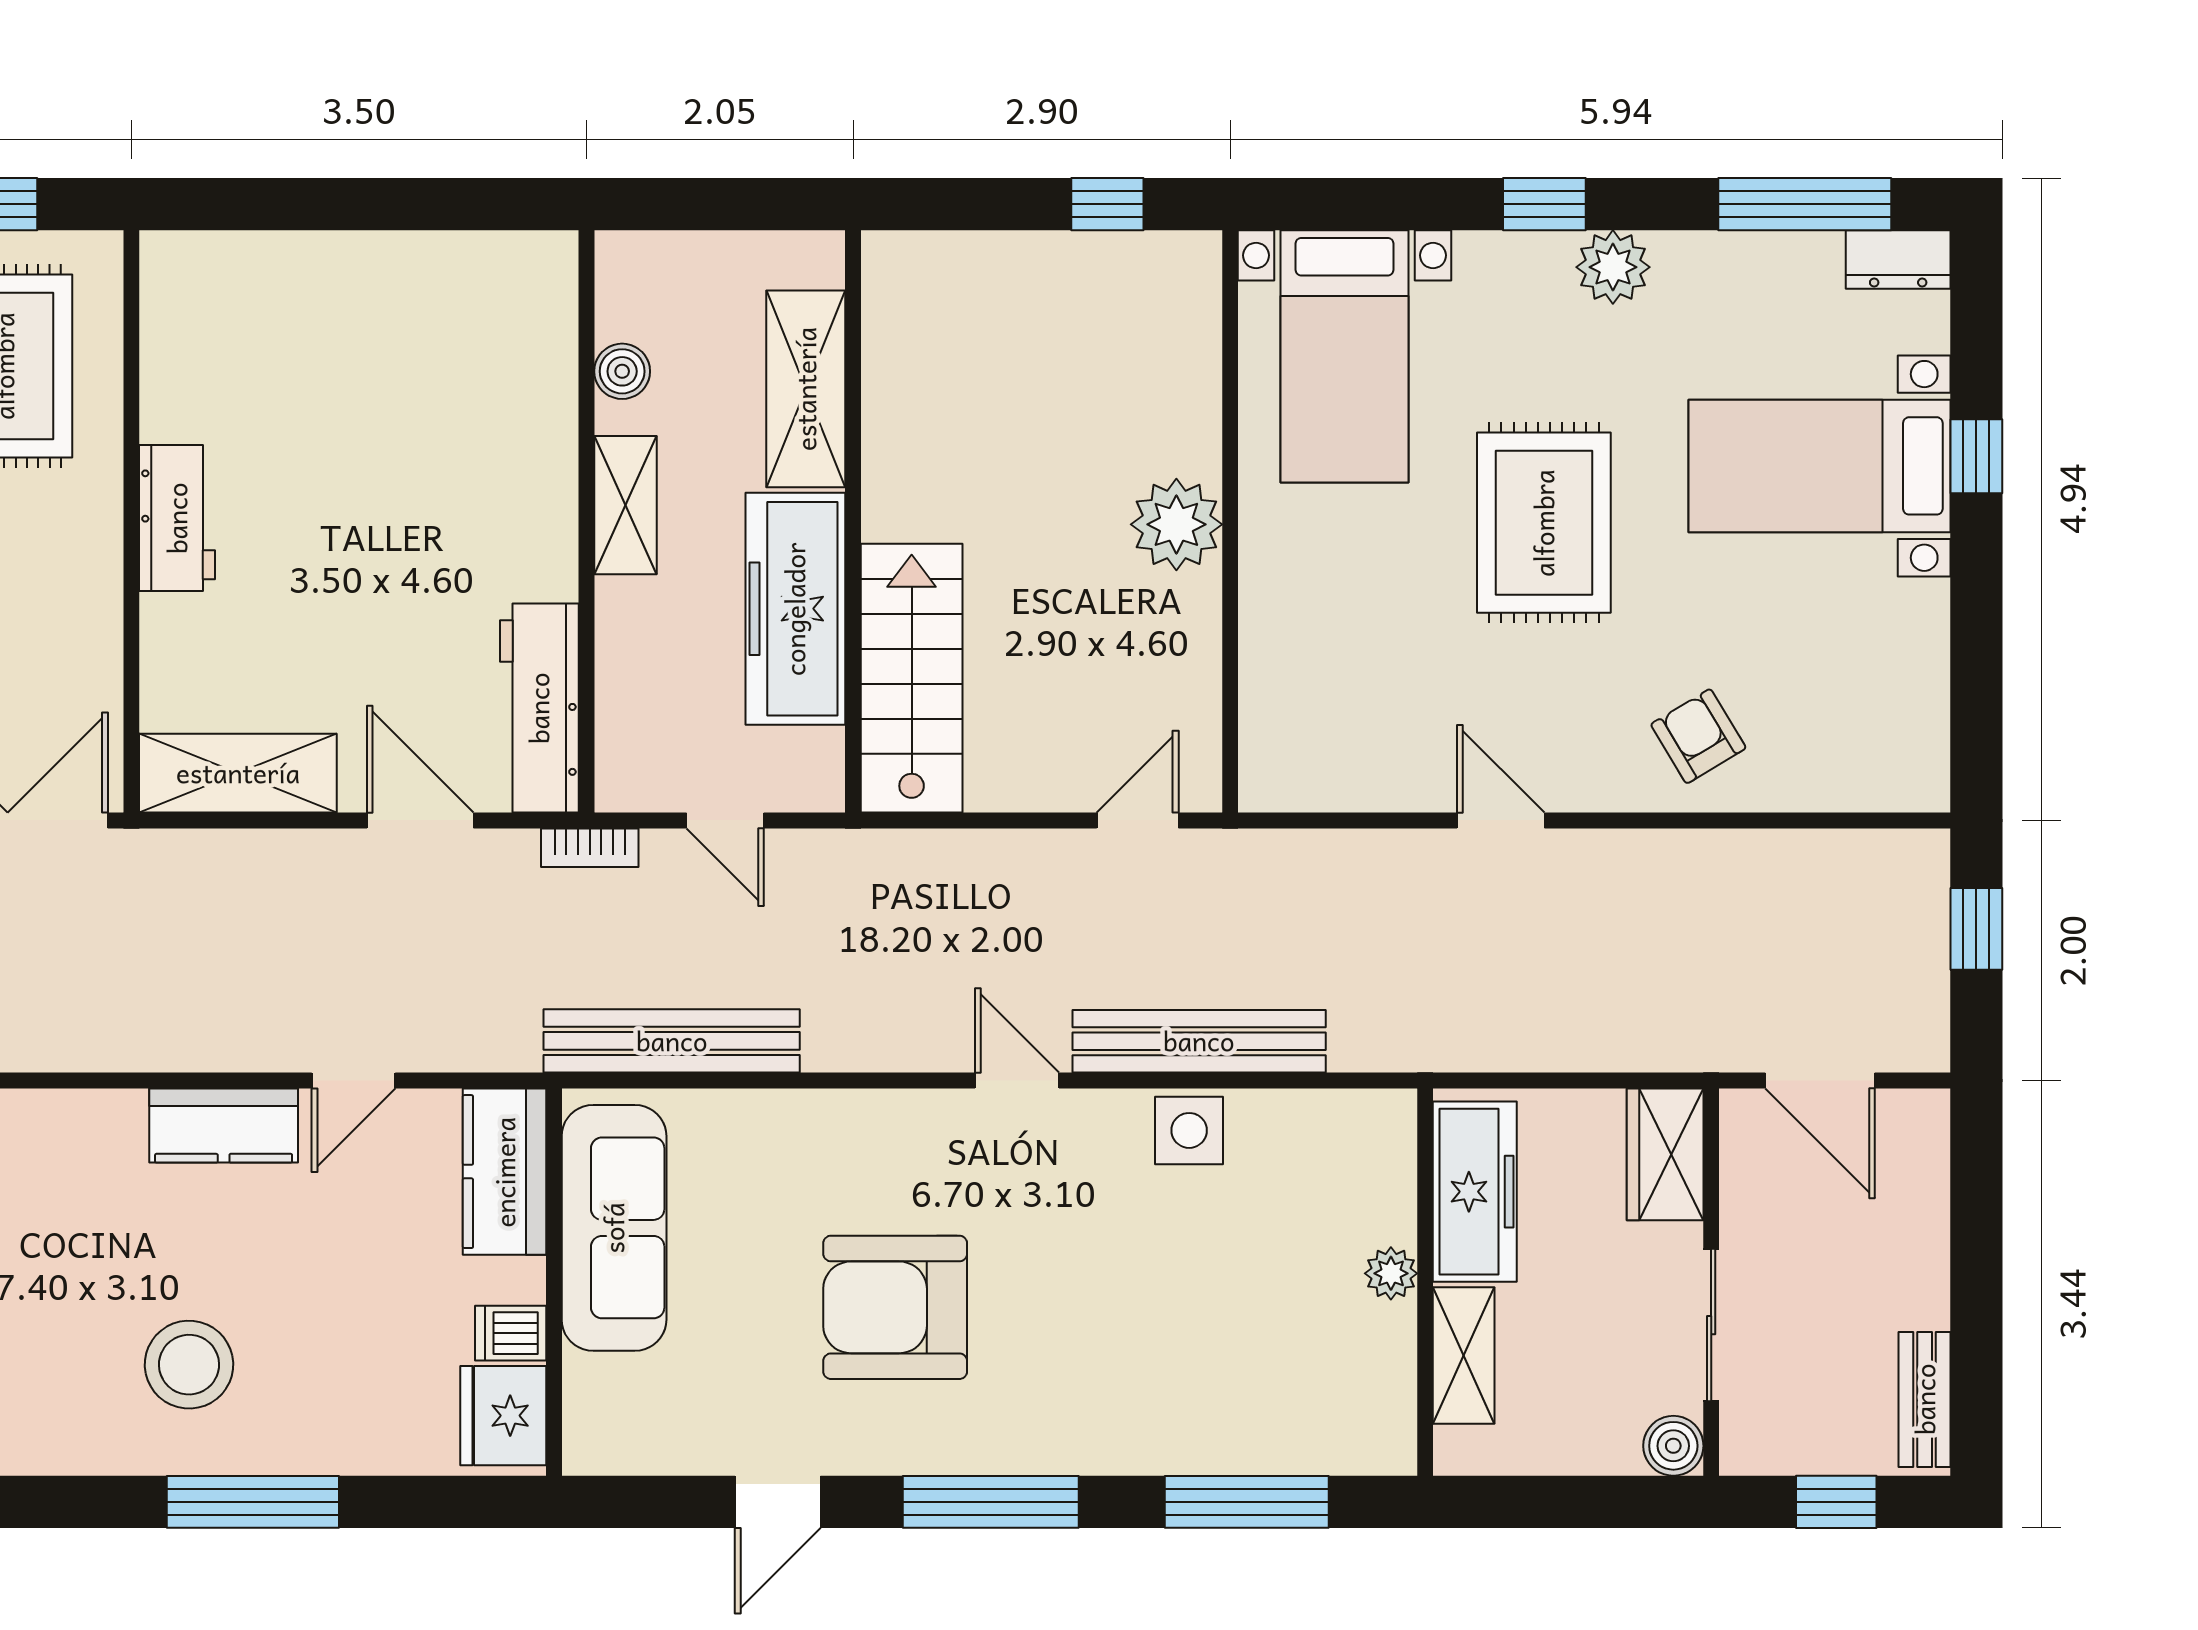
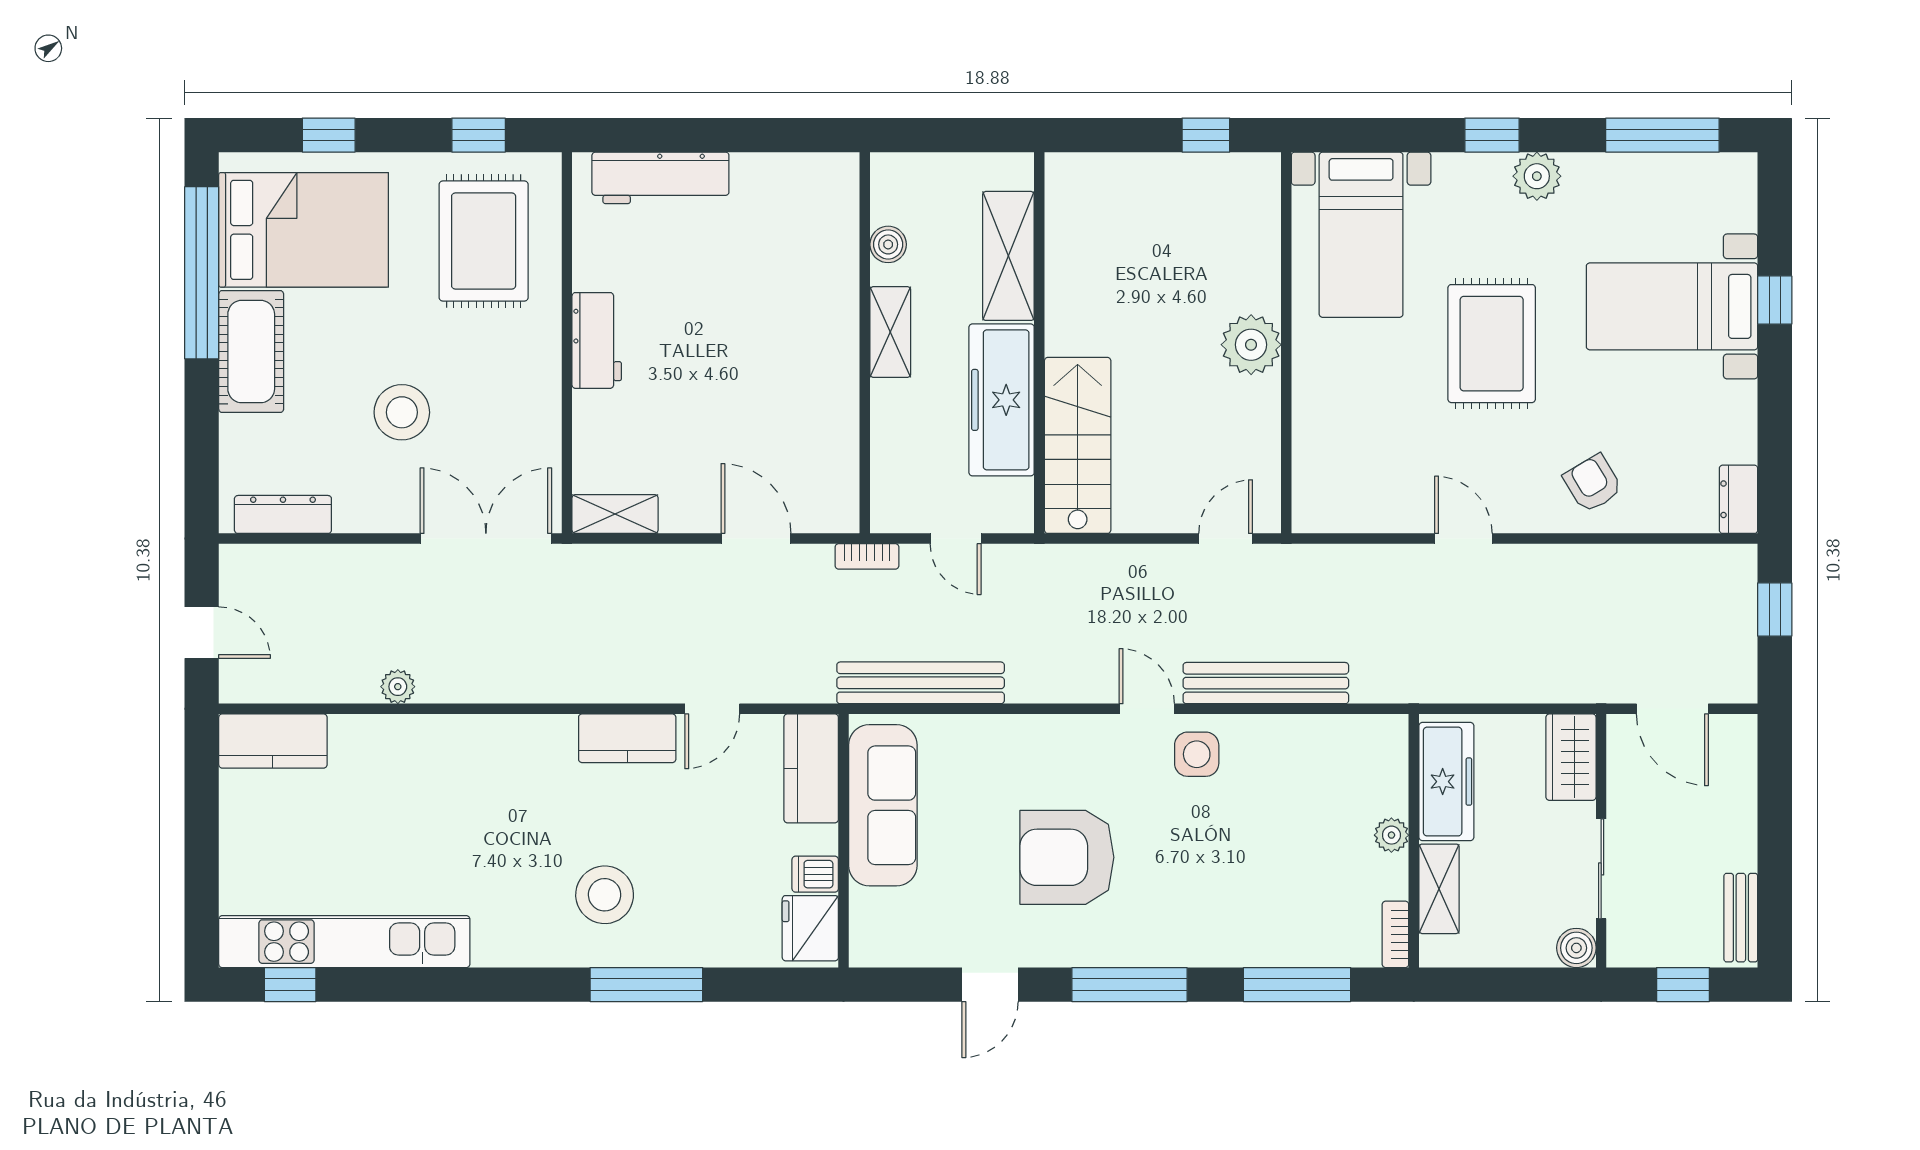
dresser: (1898, 260) -> (1739, 499), moved, turned 90
workbench: (539, 708) -> (660, 178), moved, turned -90
shelving: (238, 773) -> (615, 514), width x0.67, depth x0.75
side table: (1189, 1130) -> (1197, 754), moved
bookcase: (1397, 1425) -> (1395, 934), added

